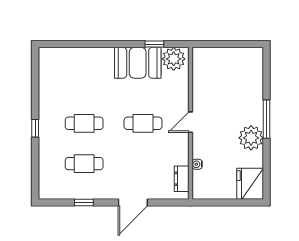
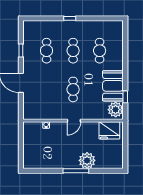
cafe table: (84, 83) -> (100, 51), added
door: (190, 122) -> (74, 121), swing flipped
plant: (251, 138) -> (87, 160), moved
dresser: (182, 179) -> (37, 115), removed
fridge: (250, 184) -> (109, 130), moved, turned 180

